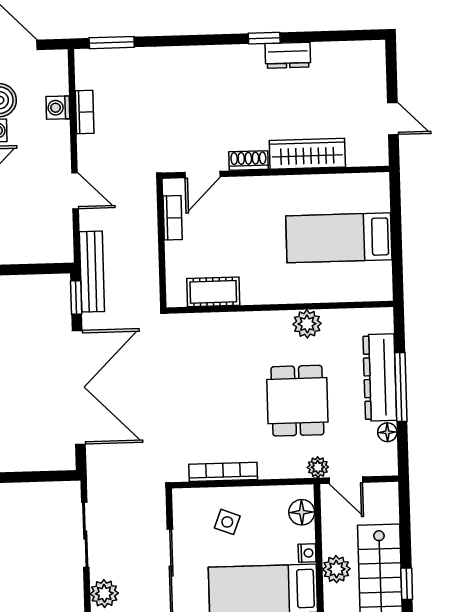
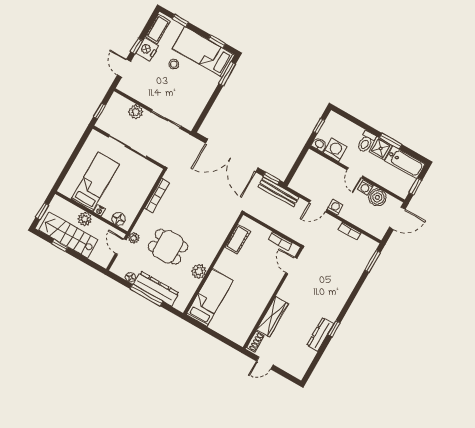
dresser: (288, 55) -> (320, 334), width x1.44
washing machine: (58, 108) -> (335, 207), moved
shoe rack: (248, 161) -> (255, 341), moved
bed: (339, 238) -> (210, 298), moved
door: (346, 480) -> (121, 247), hinge flipped
side table: (227, 522) -> (134, 184), removed

